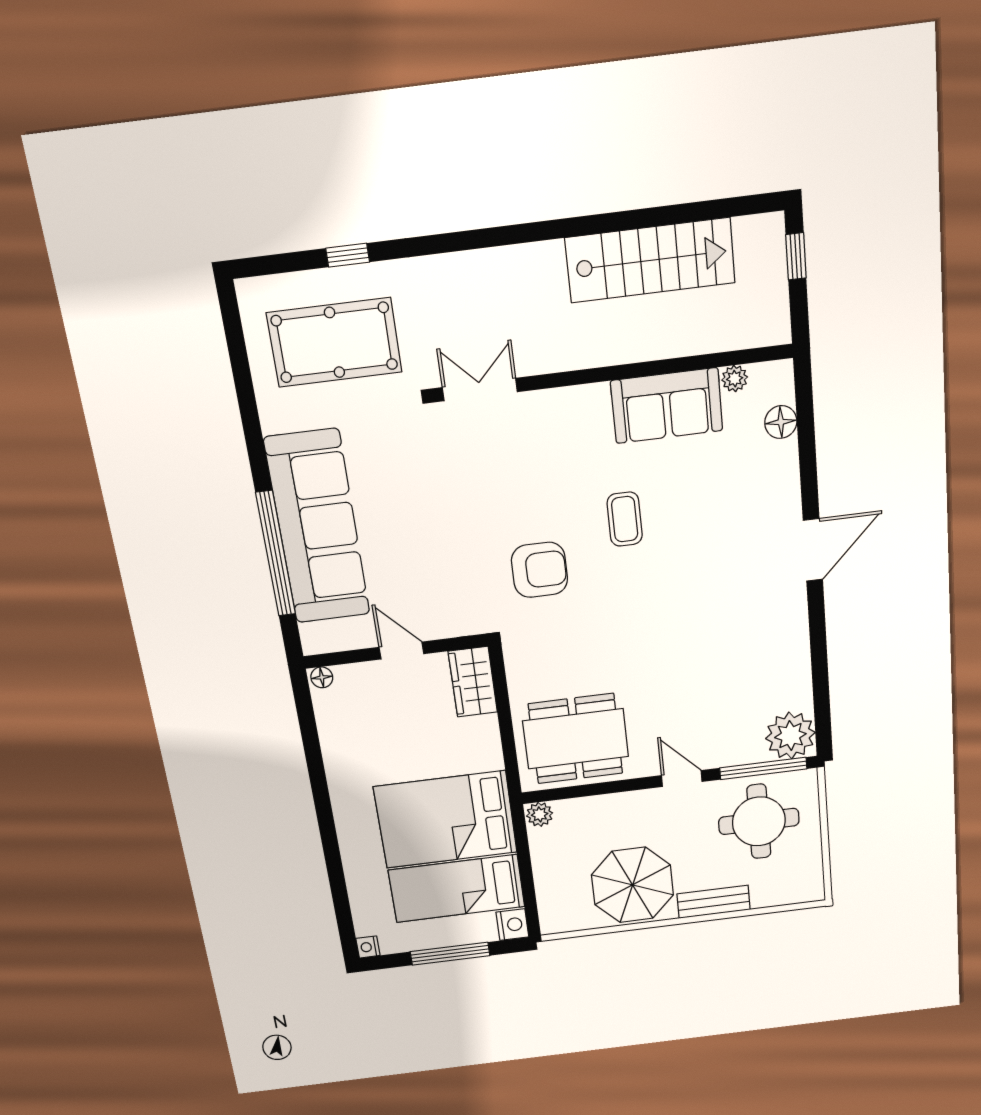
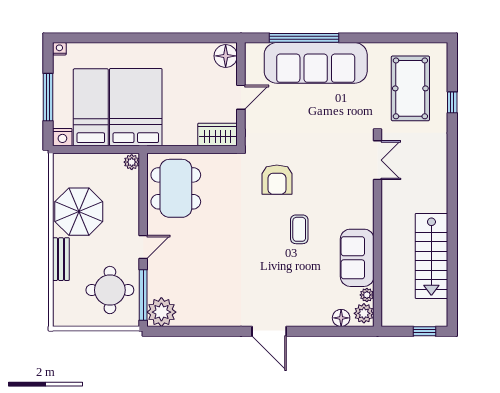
plant: (769, 380) -> (364, 313), added
coffee table: (625, 519) -> (299, 229), turned 90
floor lamp: (322, 677) -> (226, 56), width x1.89, depth x1.89

